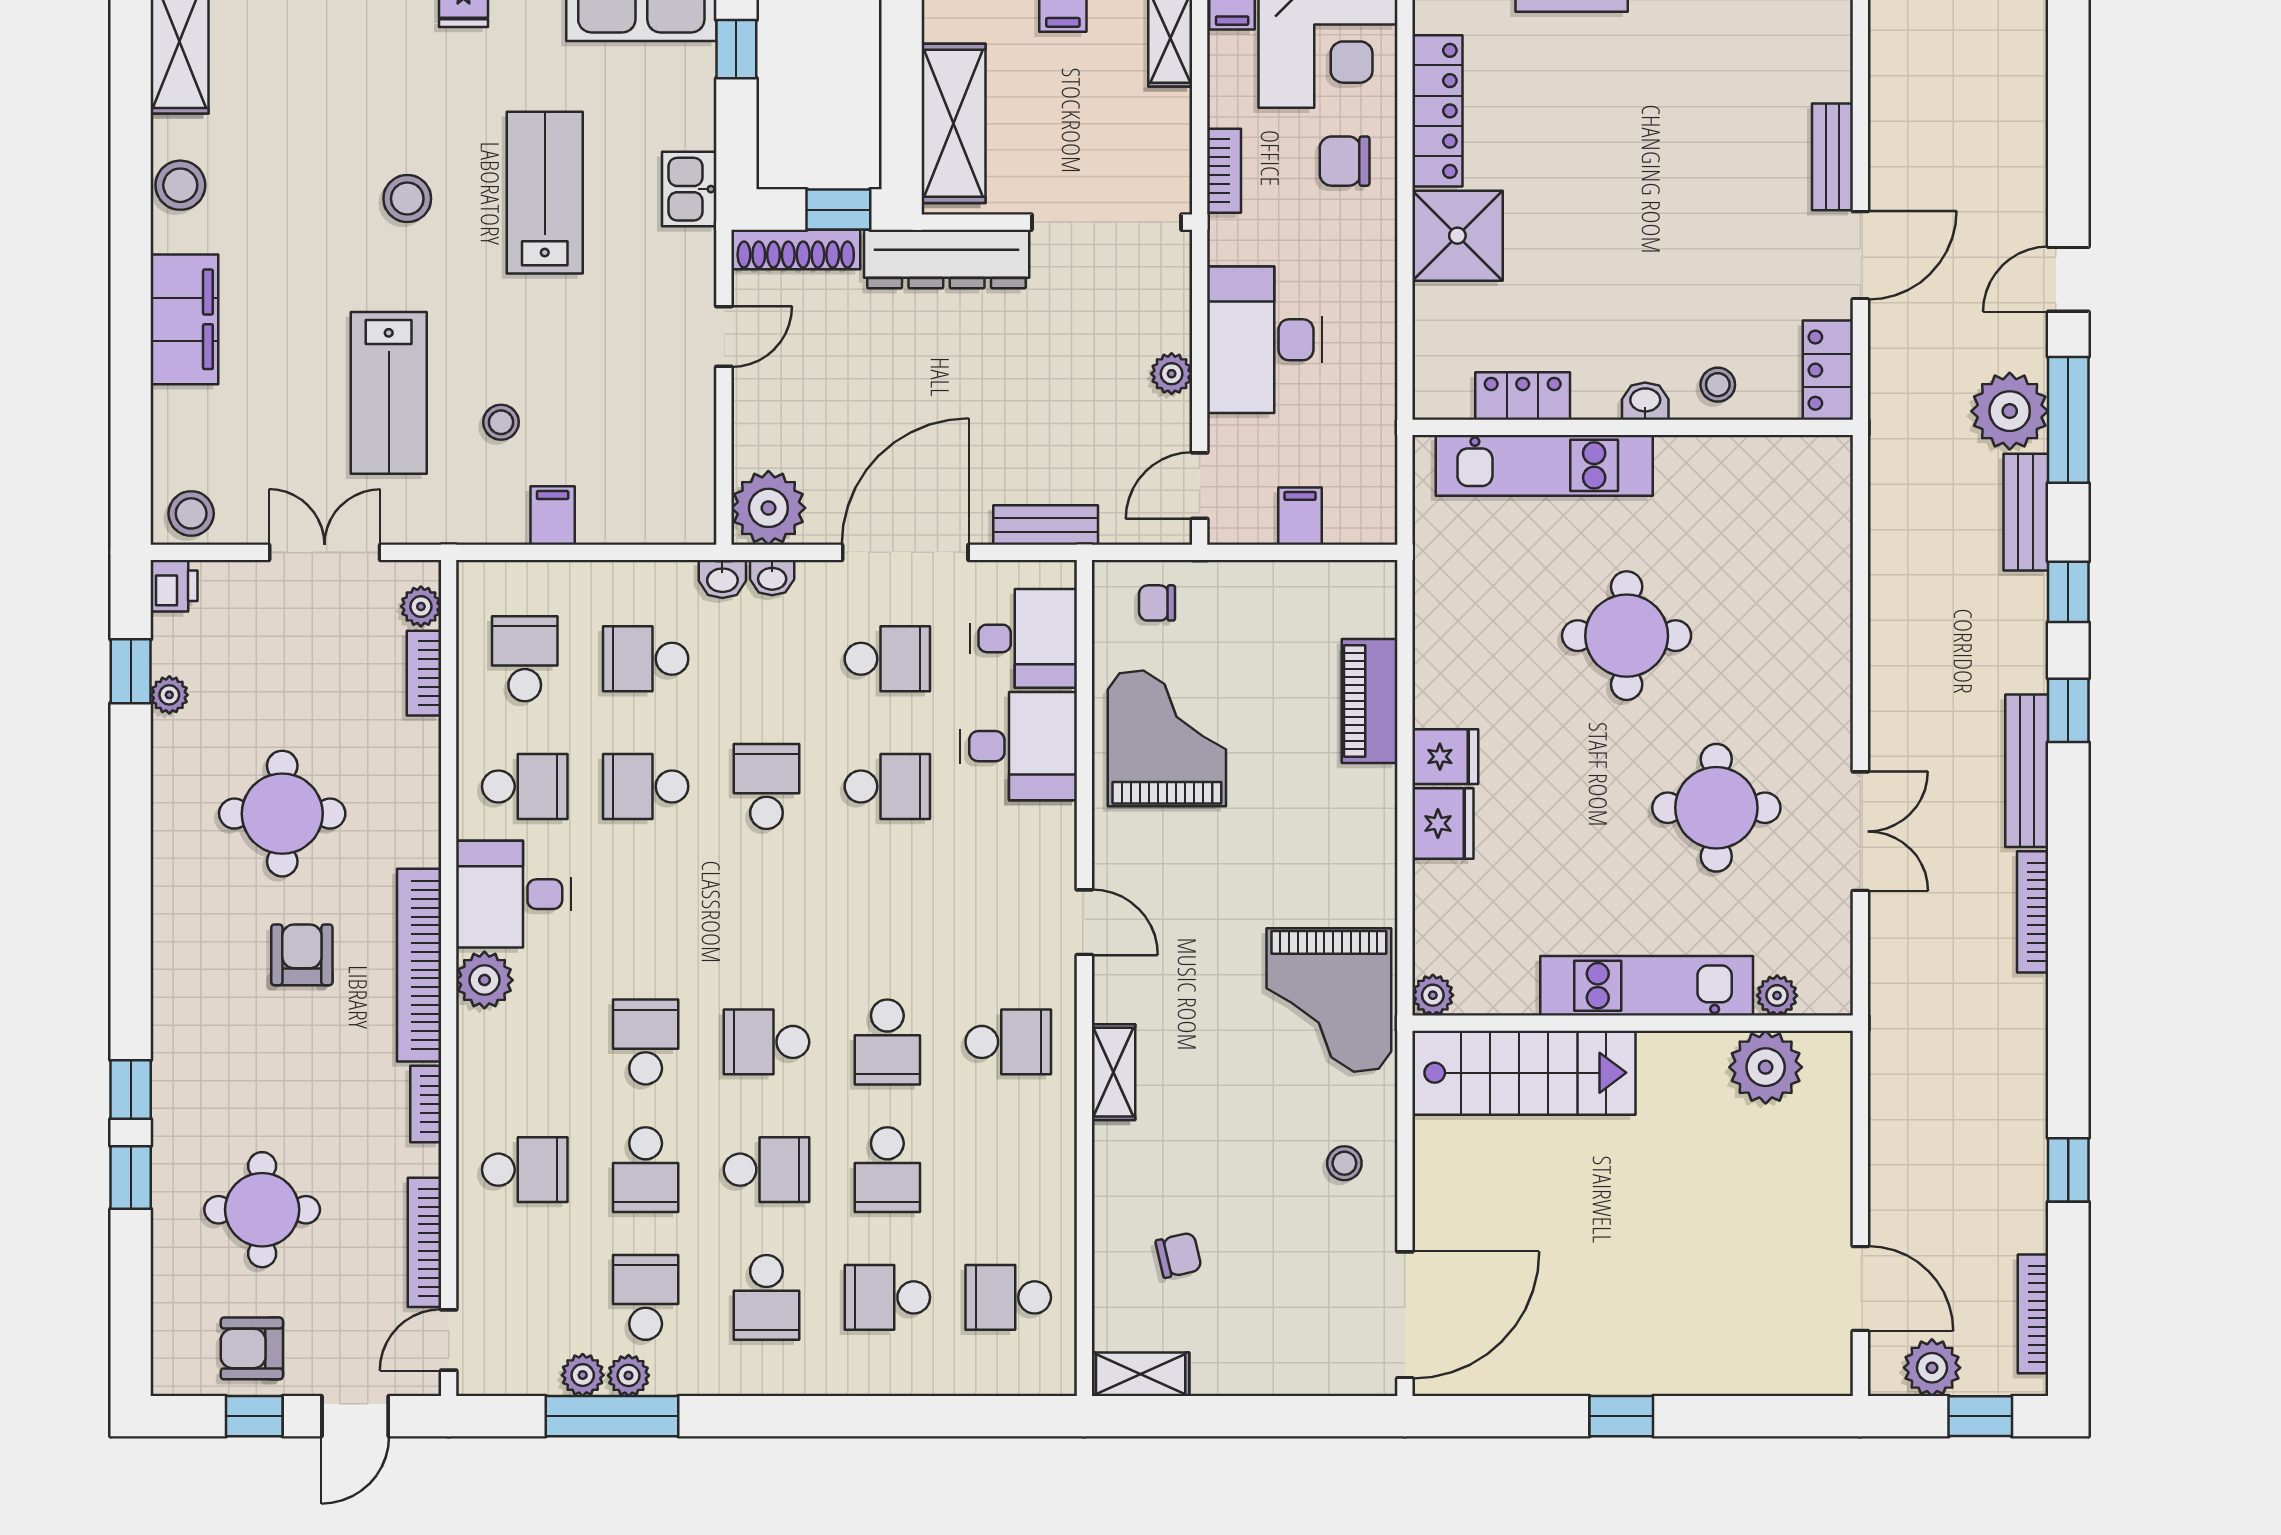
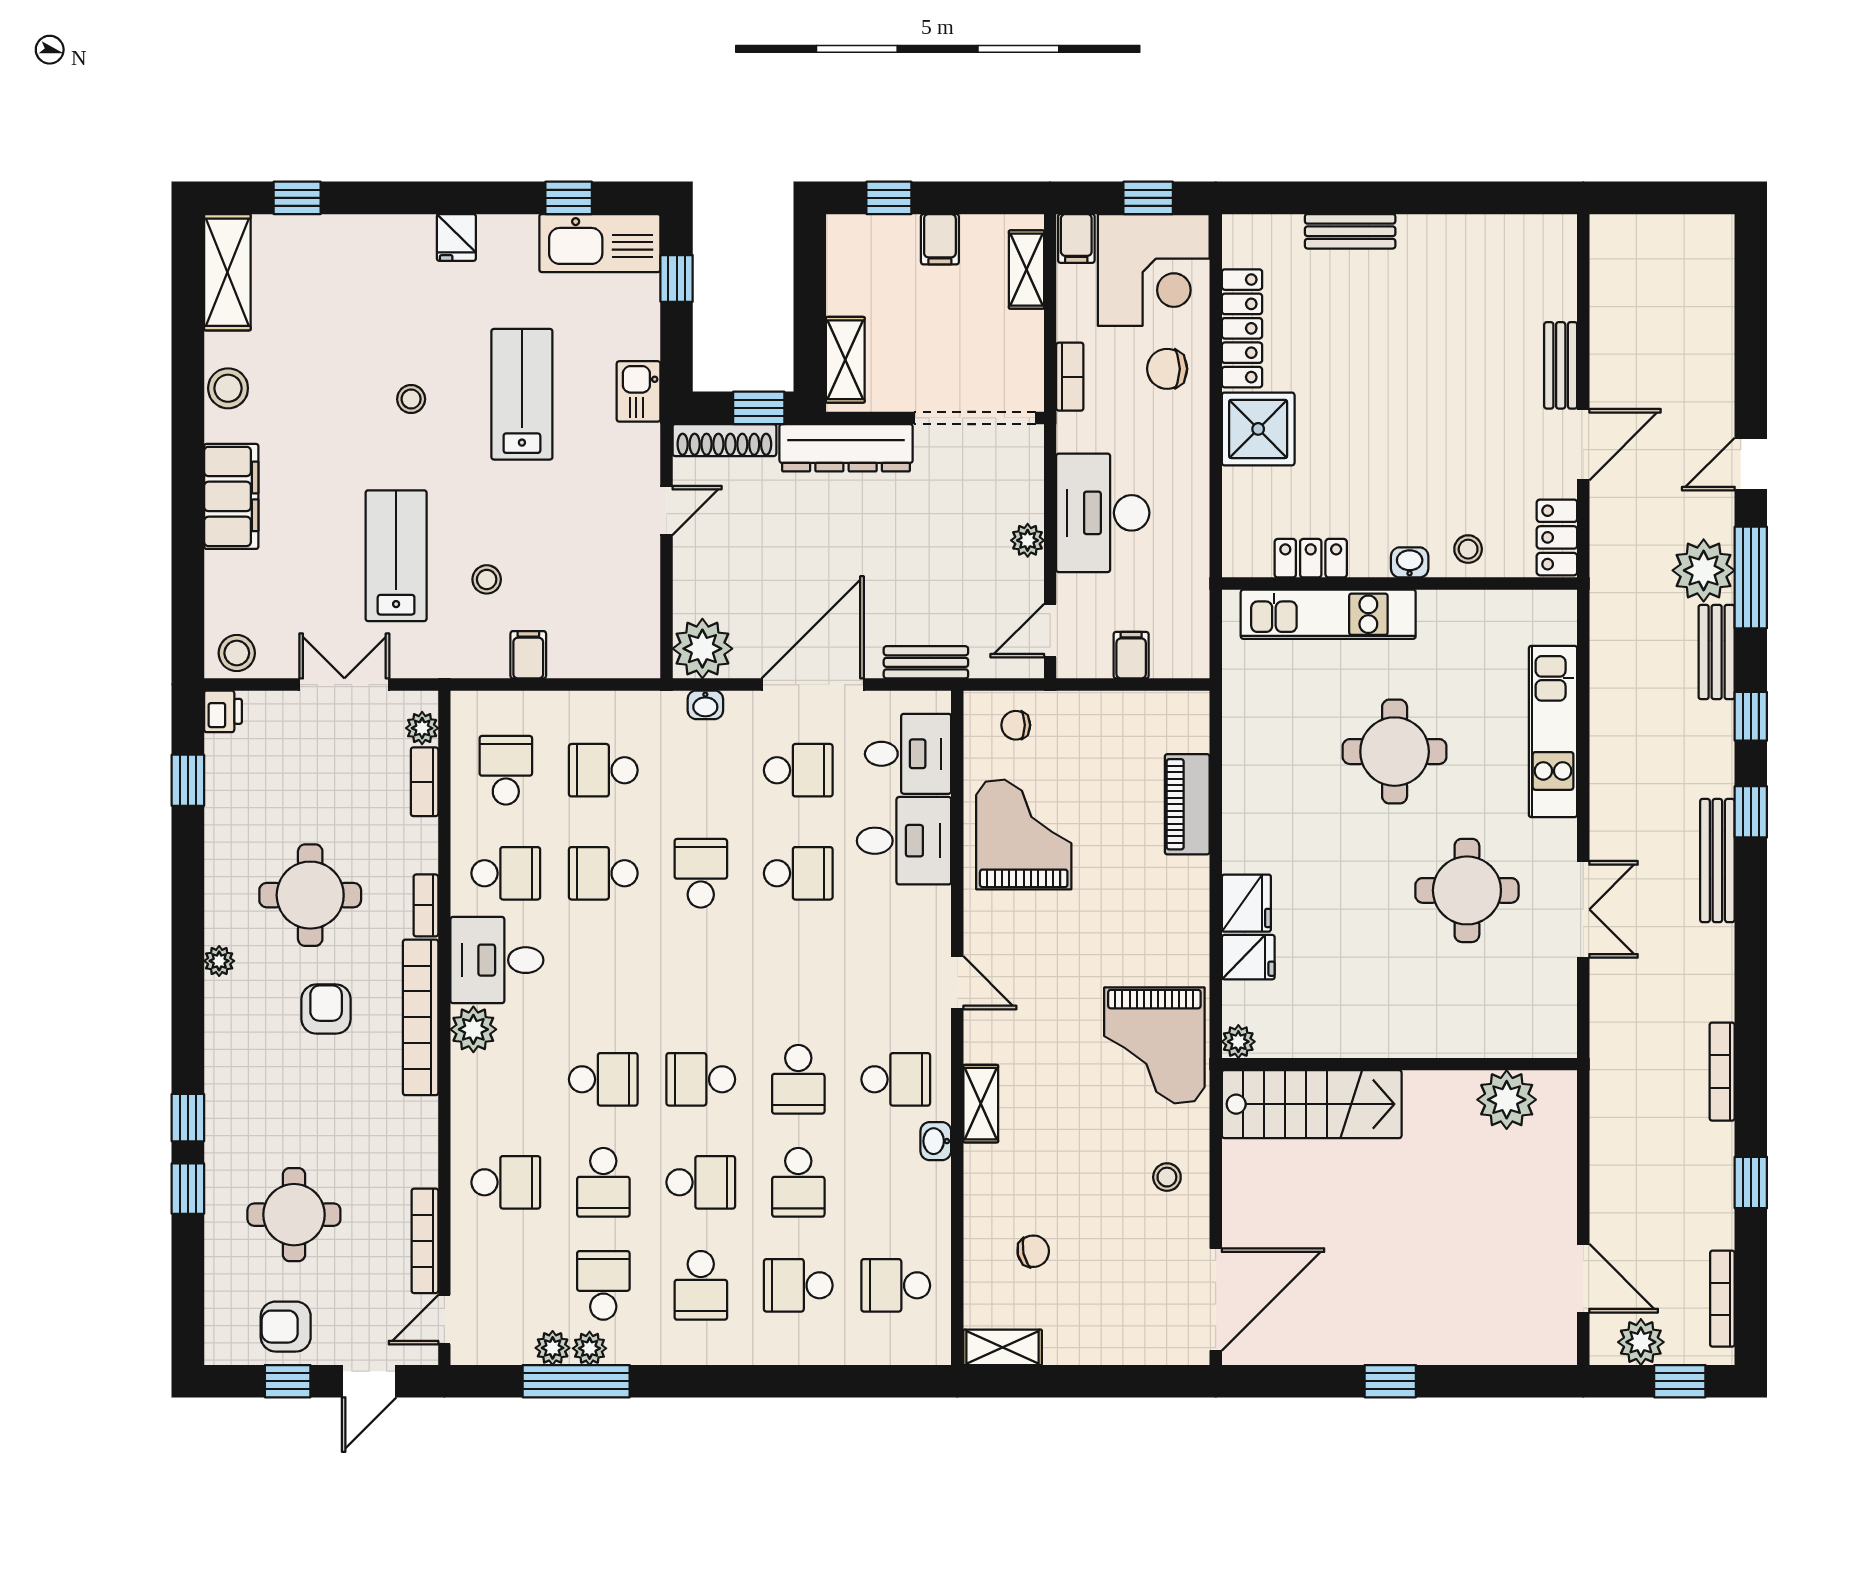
shelving: (954, 123) -> (845, 360), width x0.67, depth x0.75
stool: (407, 199) -> (411, 399), width x0.73, depth x0.73
lab bench: (389, 393) -> (396, 556), turned 180
washbasin: (722, 579) -> (936, 1141), moved, turned 90
plant: (169, 695) -> (219, 961), moved
fridge: (1445, 757) -> (1248, 957), moved
bookcase: (2033, 912) -> (1722, 1072), moved
kitchen unit: (1647, 986) -> (1553, 732), moved, turned -90
plant: (1777, 995) -> (1516, 1042), removed
school desk: (646, 1042) -> (603, 1079), turned 90
bookcase: (426, 1104) -> (426, 905), moved

